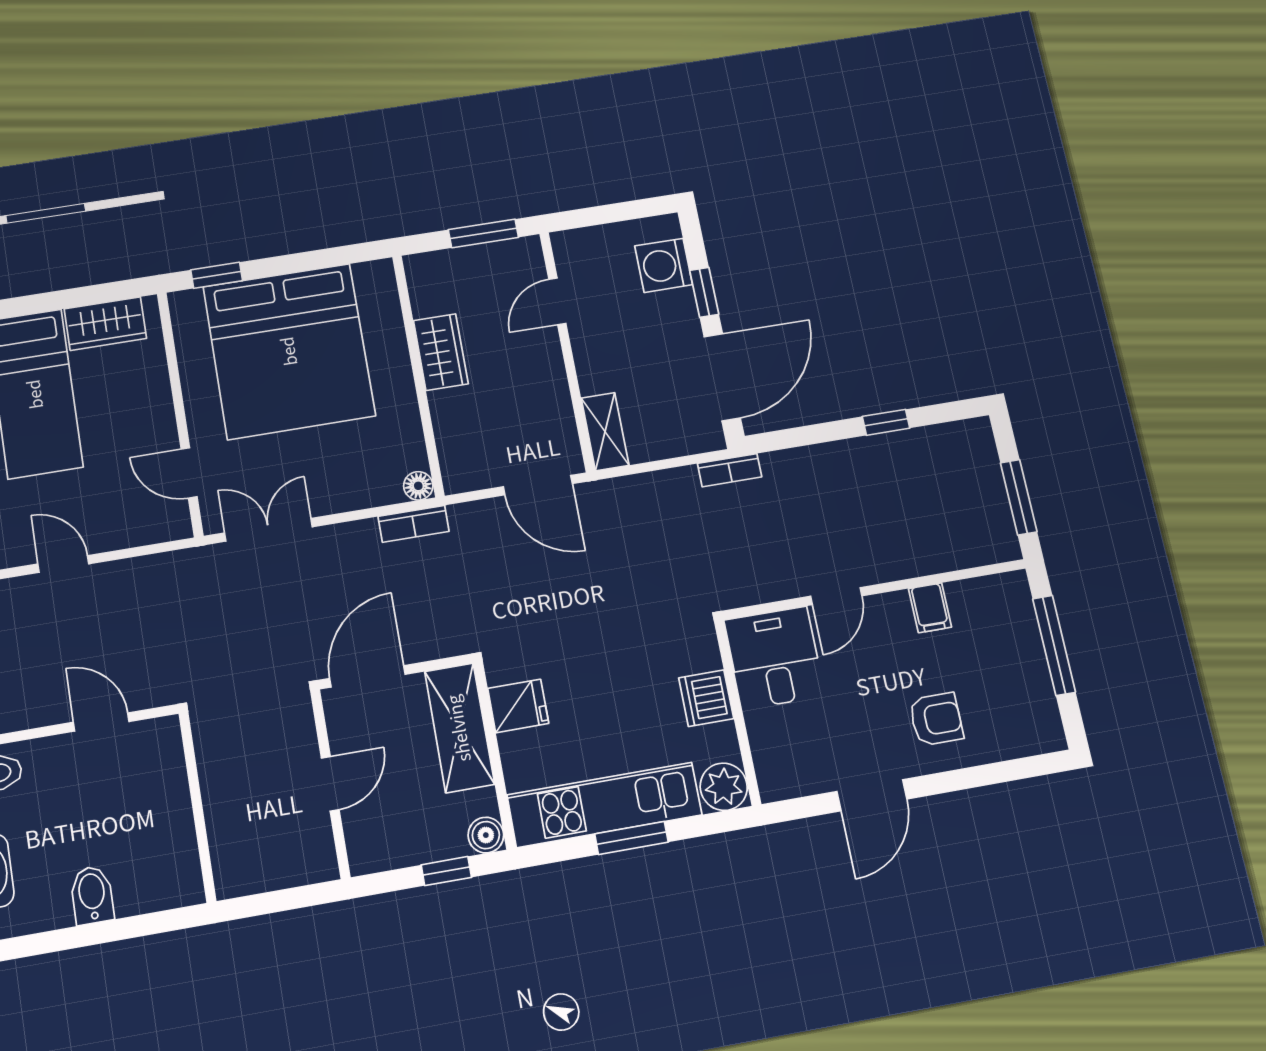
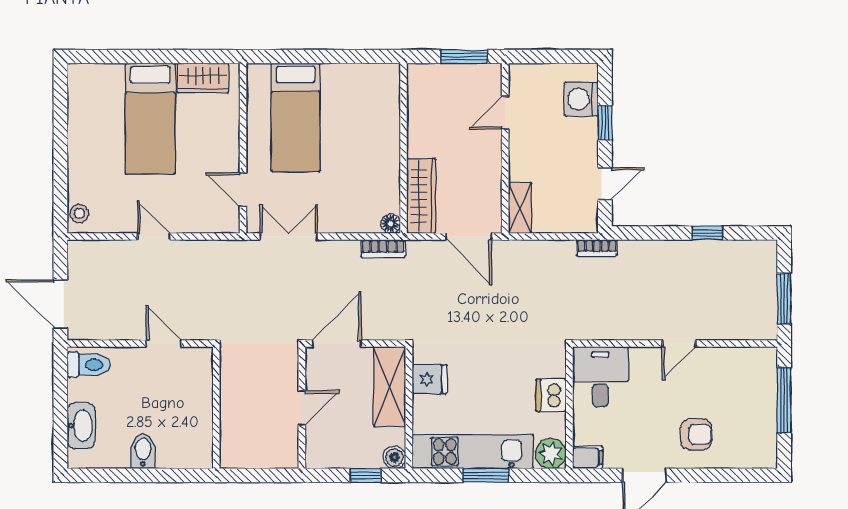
window: (217, 275) -> (281, 57), removed
bed: (289, 351) -> (296, 117), width x0.49
wardrobe: (441, 352) -> (421, 196), moved, width x1.50
door: (722, 377) -> (605, 184), width x0.53
door: (836, 596) -> (679, 343), moved
filing cabinet: (930, 608) -> (588, 457), moved, turned -90

